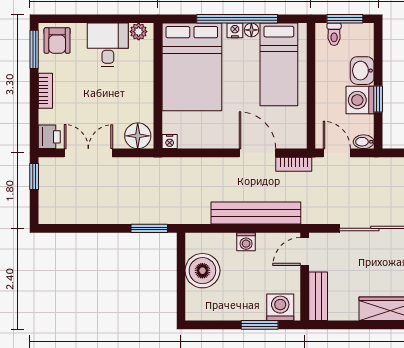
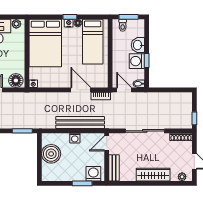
window: (237, 19) -> (70, 17), width x0.32

